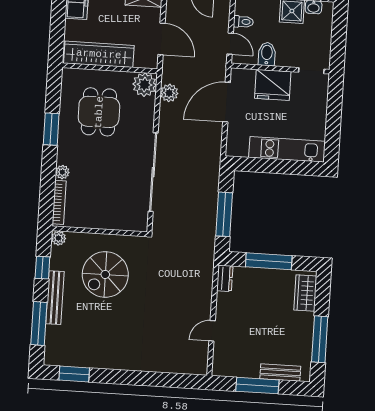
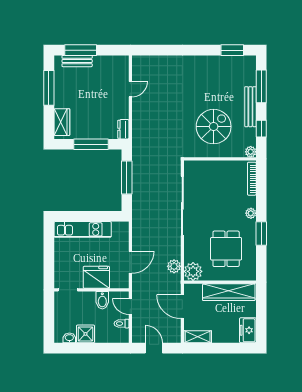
door: (226, 102) -> (130, 262), width x0.73
plant: (62, 172) -> (251, 213), moved
window: (257, 386) -> (81, 50), moved

